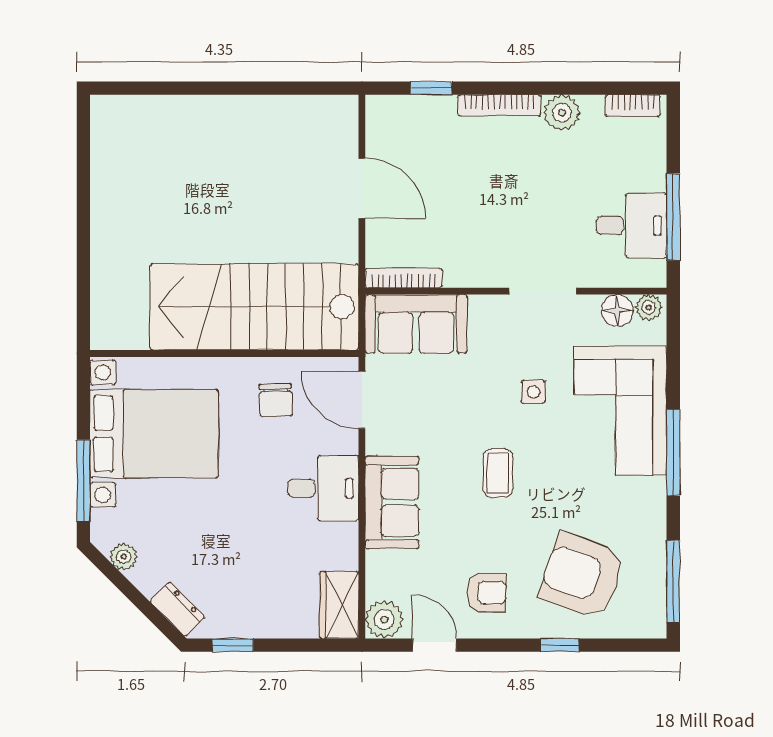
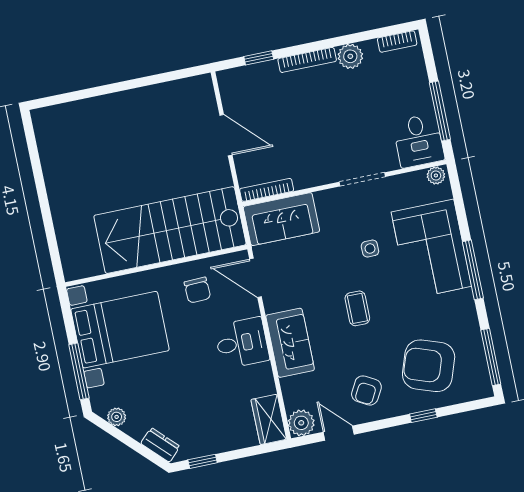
desk: (632, 225) -> (419, 141), moved, turned 90
floor lamp: (617, 311) -> (415, 182), removed
armchair: (486, 593) -> (366, 390), turned 119

